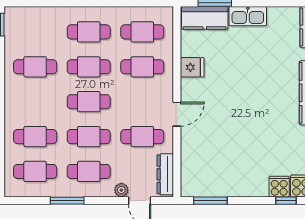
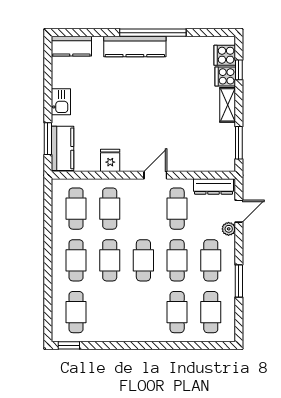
kitchen sink: (248, 16) -> (61, 102), width x0.73
cafe table: (35, 67) -> (76, 312), moved
door: (177, 114) -> (155, 175), hinge flipped
shelving: (250, 189) -> (228, 105), added

